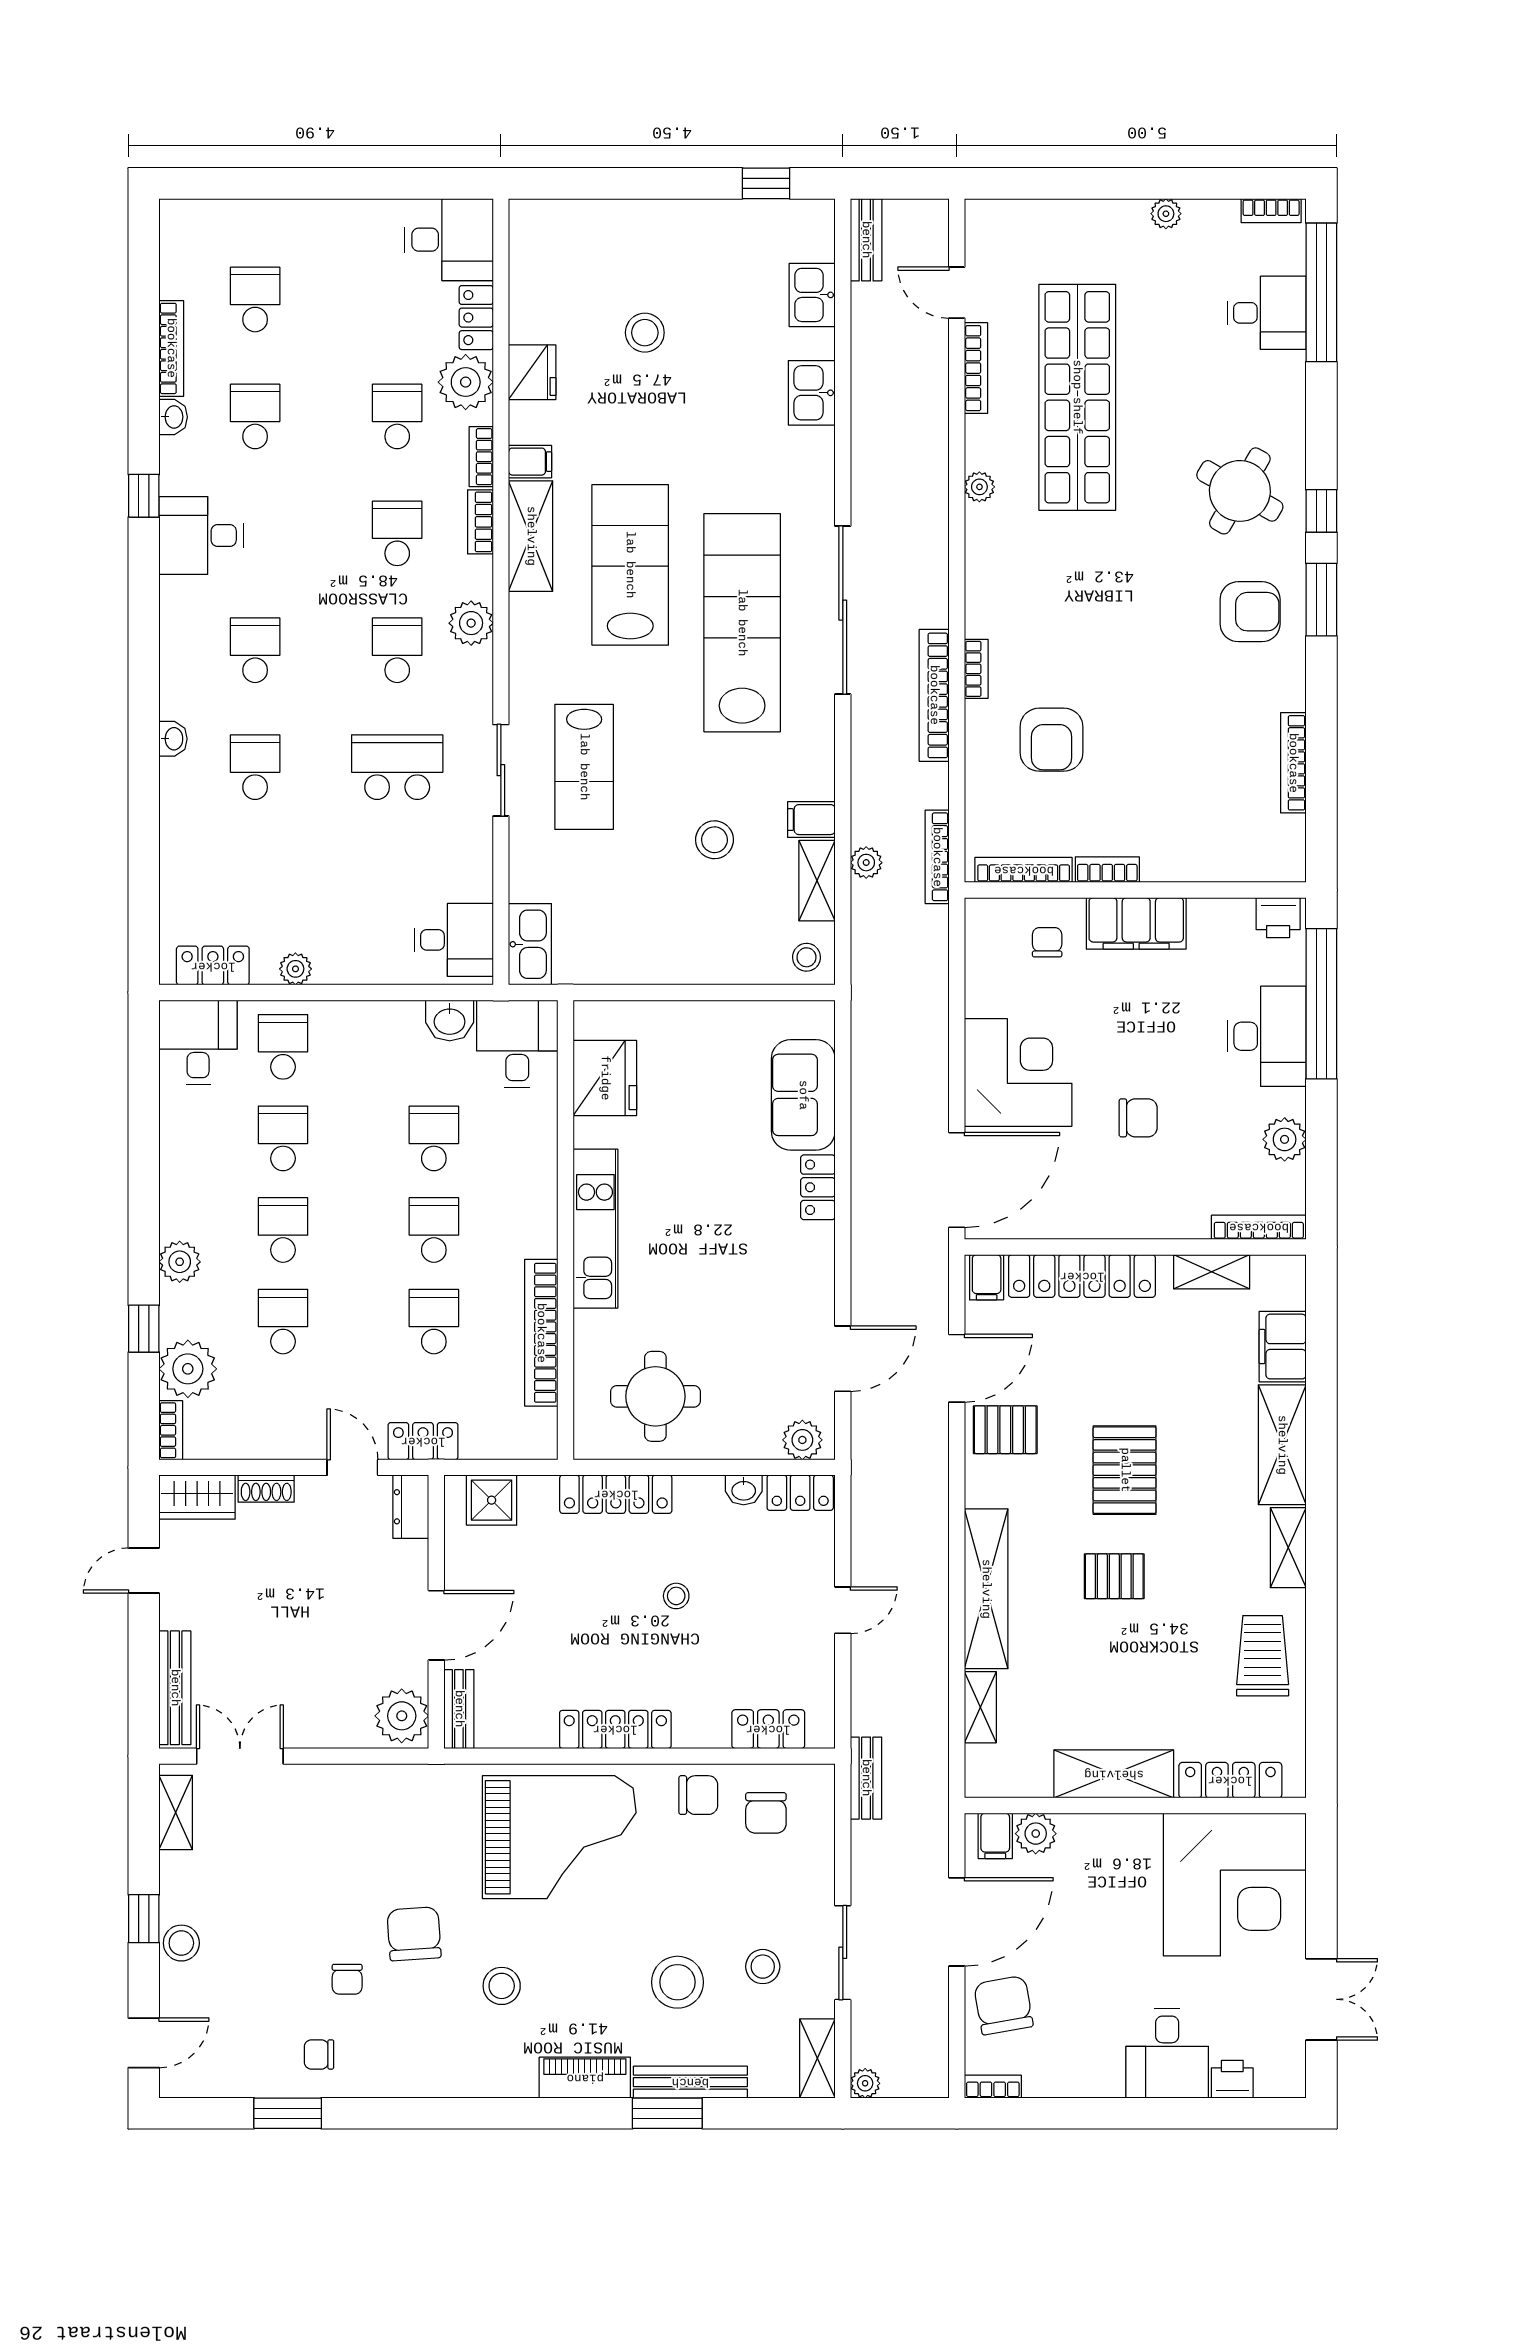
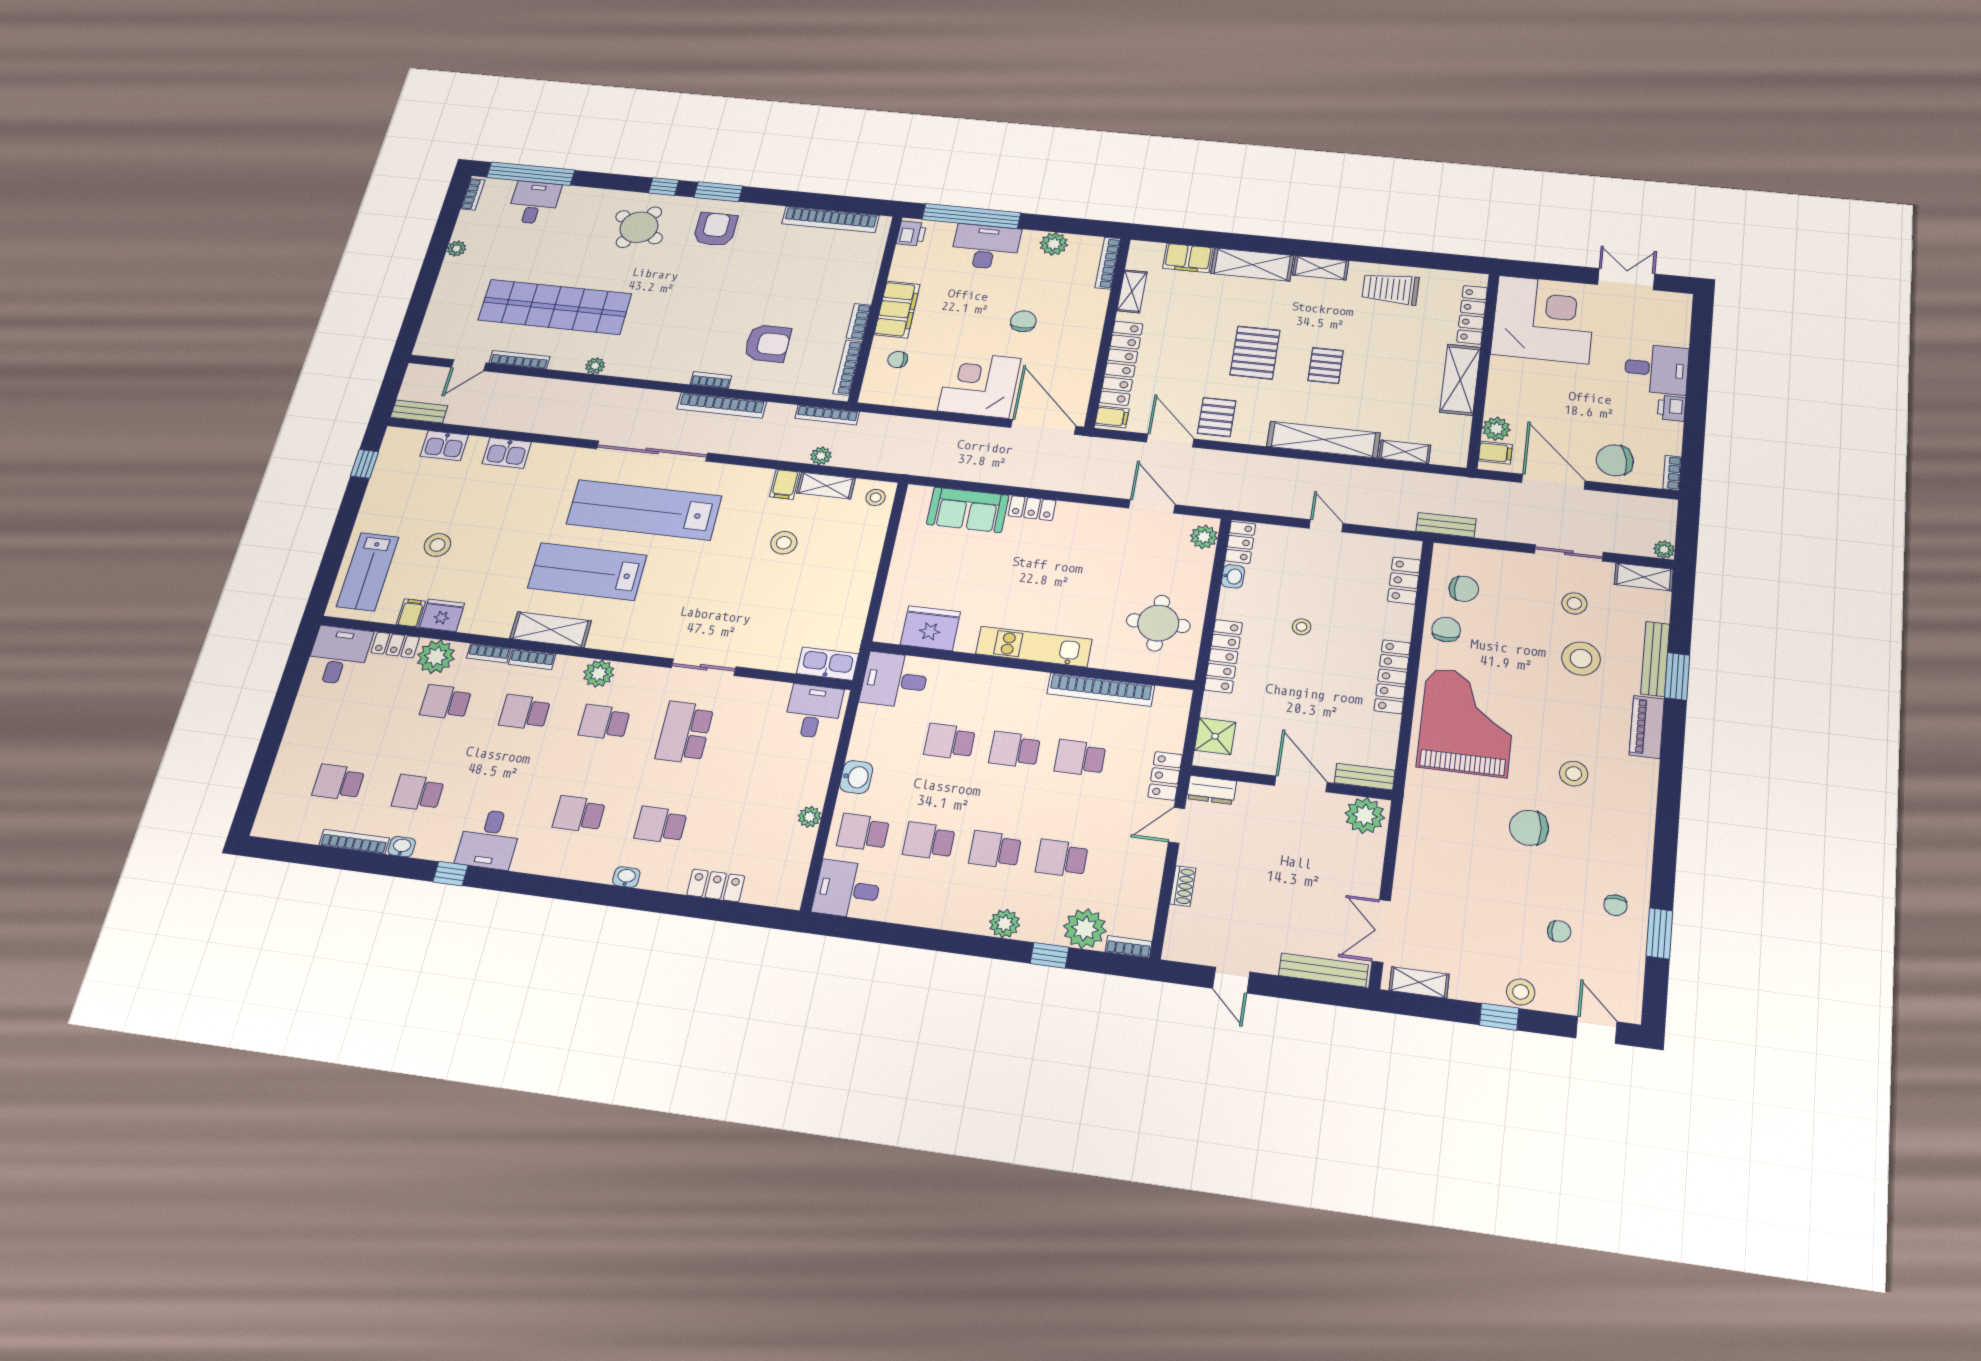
filing cabinet: (530, 462) -> (411, 613), moved
bookcase: (1293, 763) -> (830, 220), width x1.48, depth x1.31
lab bench: (584, 767) -> (368, 572), moved, turned 90
locker: (213, 966) -> (716, 885), moved, turned 90
washbasin: (450, 1020) -> (856, 777), moved
pallet: (1125, 1470) -> (1255, 353), turned 90
wardrobe: (197, 1497) -> (1182, 935), removed
chair: (347, 1979) -> (1559, 931), moved
printer: (1232, 2079) -> (1672, 408), moved

